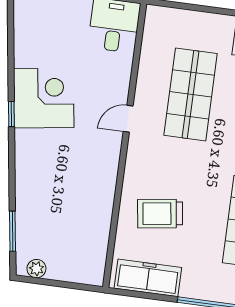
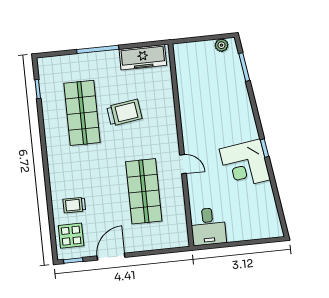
door: (128, 119) -> (183, 164), hinge flipped
trolley: (160, 214) -> (124, 113), moved

